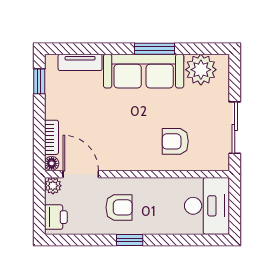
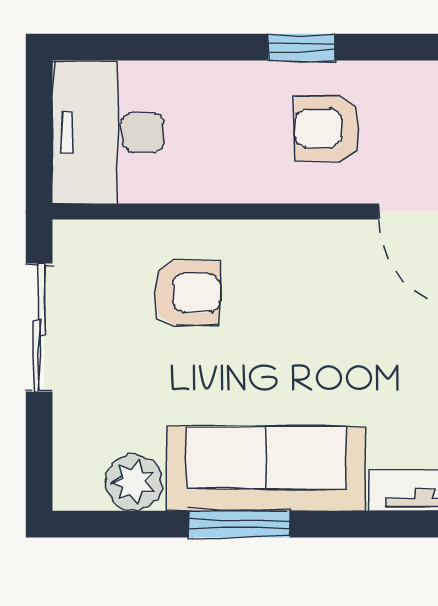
plant: (201, 70) -> (134, 483), width x0.73, depth x0.73

